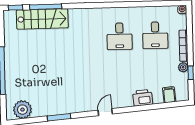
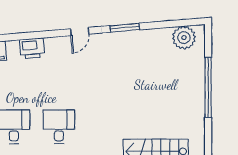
window: (59, 117) -> (125, 28), moved

